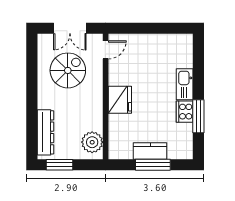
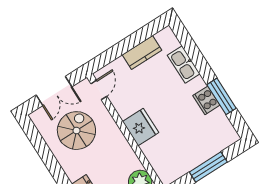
kitchen sink: (185, 84) -> (184, 64), moved
kitchen counter: (150, 151) -> (142, 52), moved, turned 180

